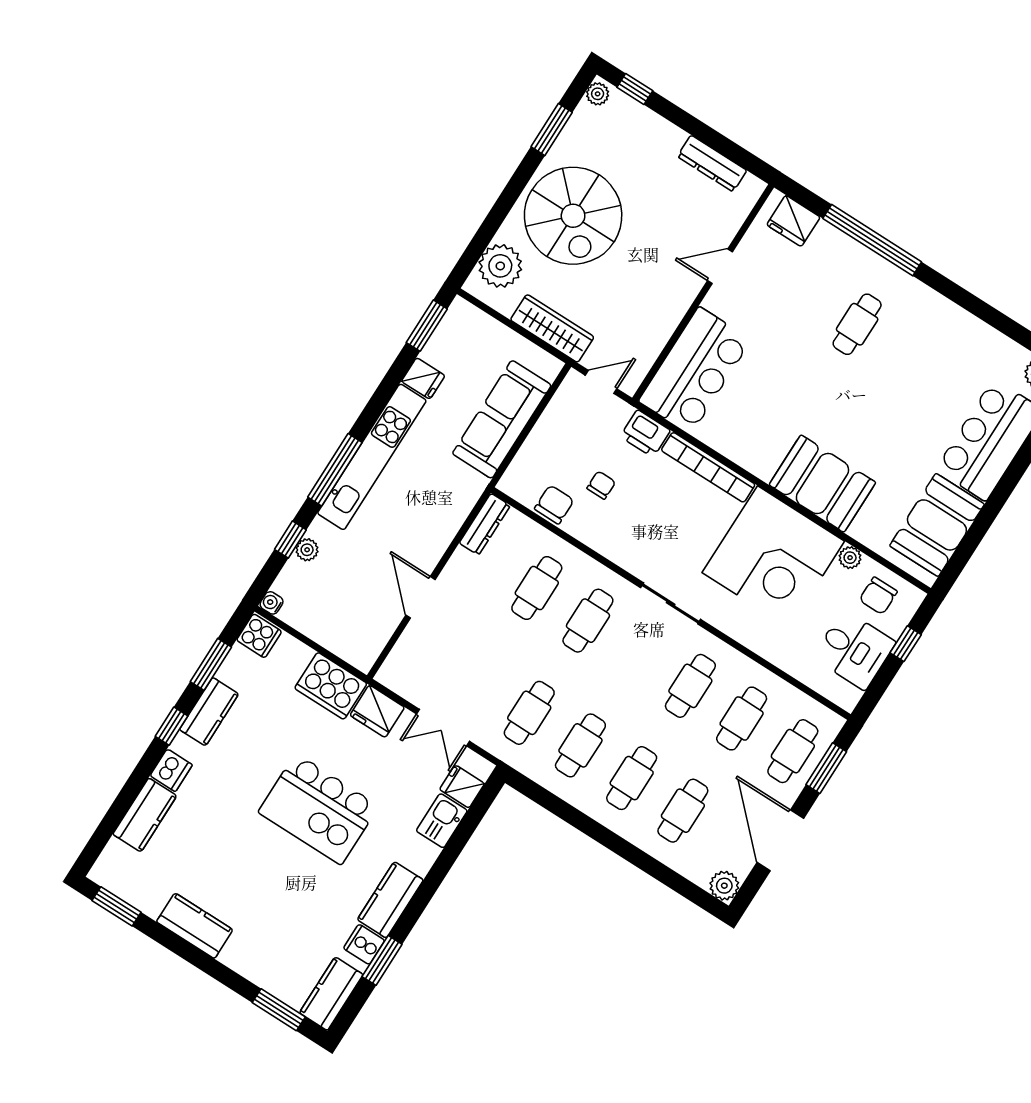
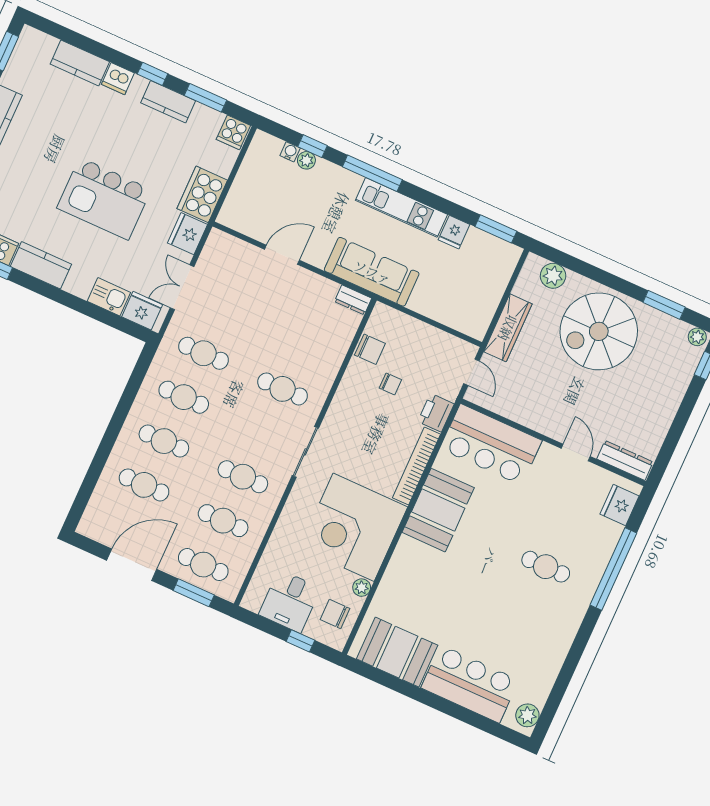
dresser: (712, 163) -> (625, 460), moved, turned 90
plant: (500, 266) -> (553, 276), width x0.73, depth x0.73
sofa: (502, 419) -> (372, 272), moved
kitchen unit: (372, 457) -> (401, 207), width x0.73
booth: (822, 484) -> (438, 510), moved
dresser: (485, 524) -> (353, 300), width x0.70
cafe table: (537, 588) -> (302, 345), removed
water cooler: (272, 603) -> (290, 152), moved
fridge: (462, 787) -> (142, 311), width x1.38
kitchen island: (318, 809) -> (104, 199), turned -90
plant: (724, 886) -> (90, 526), removed

